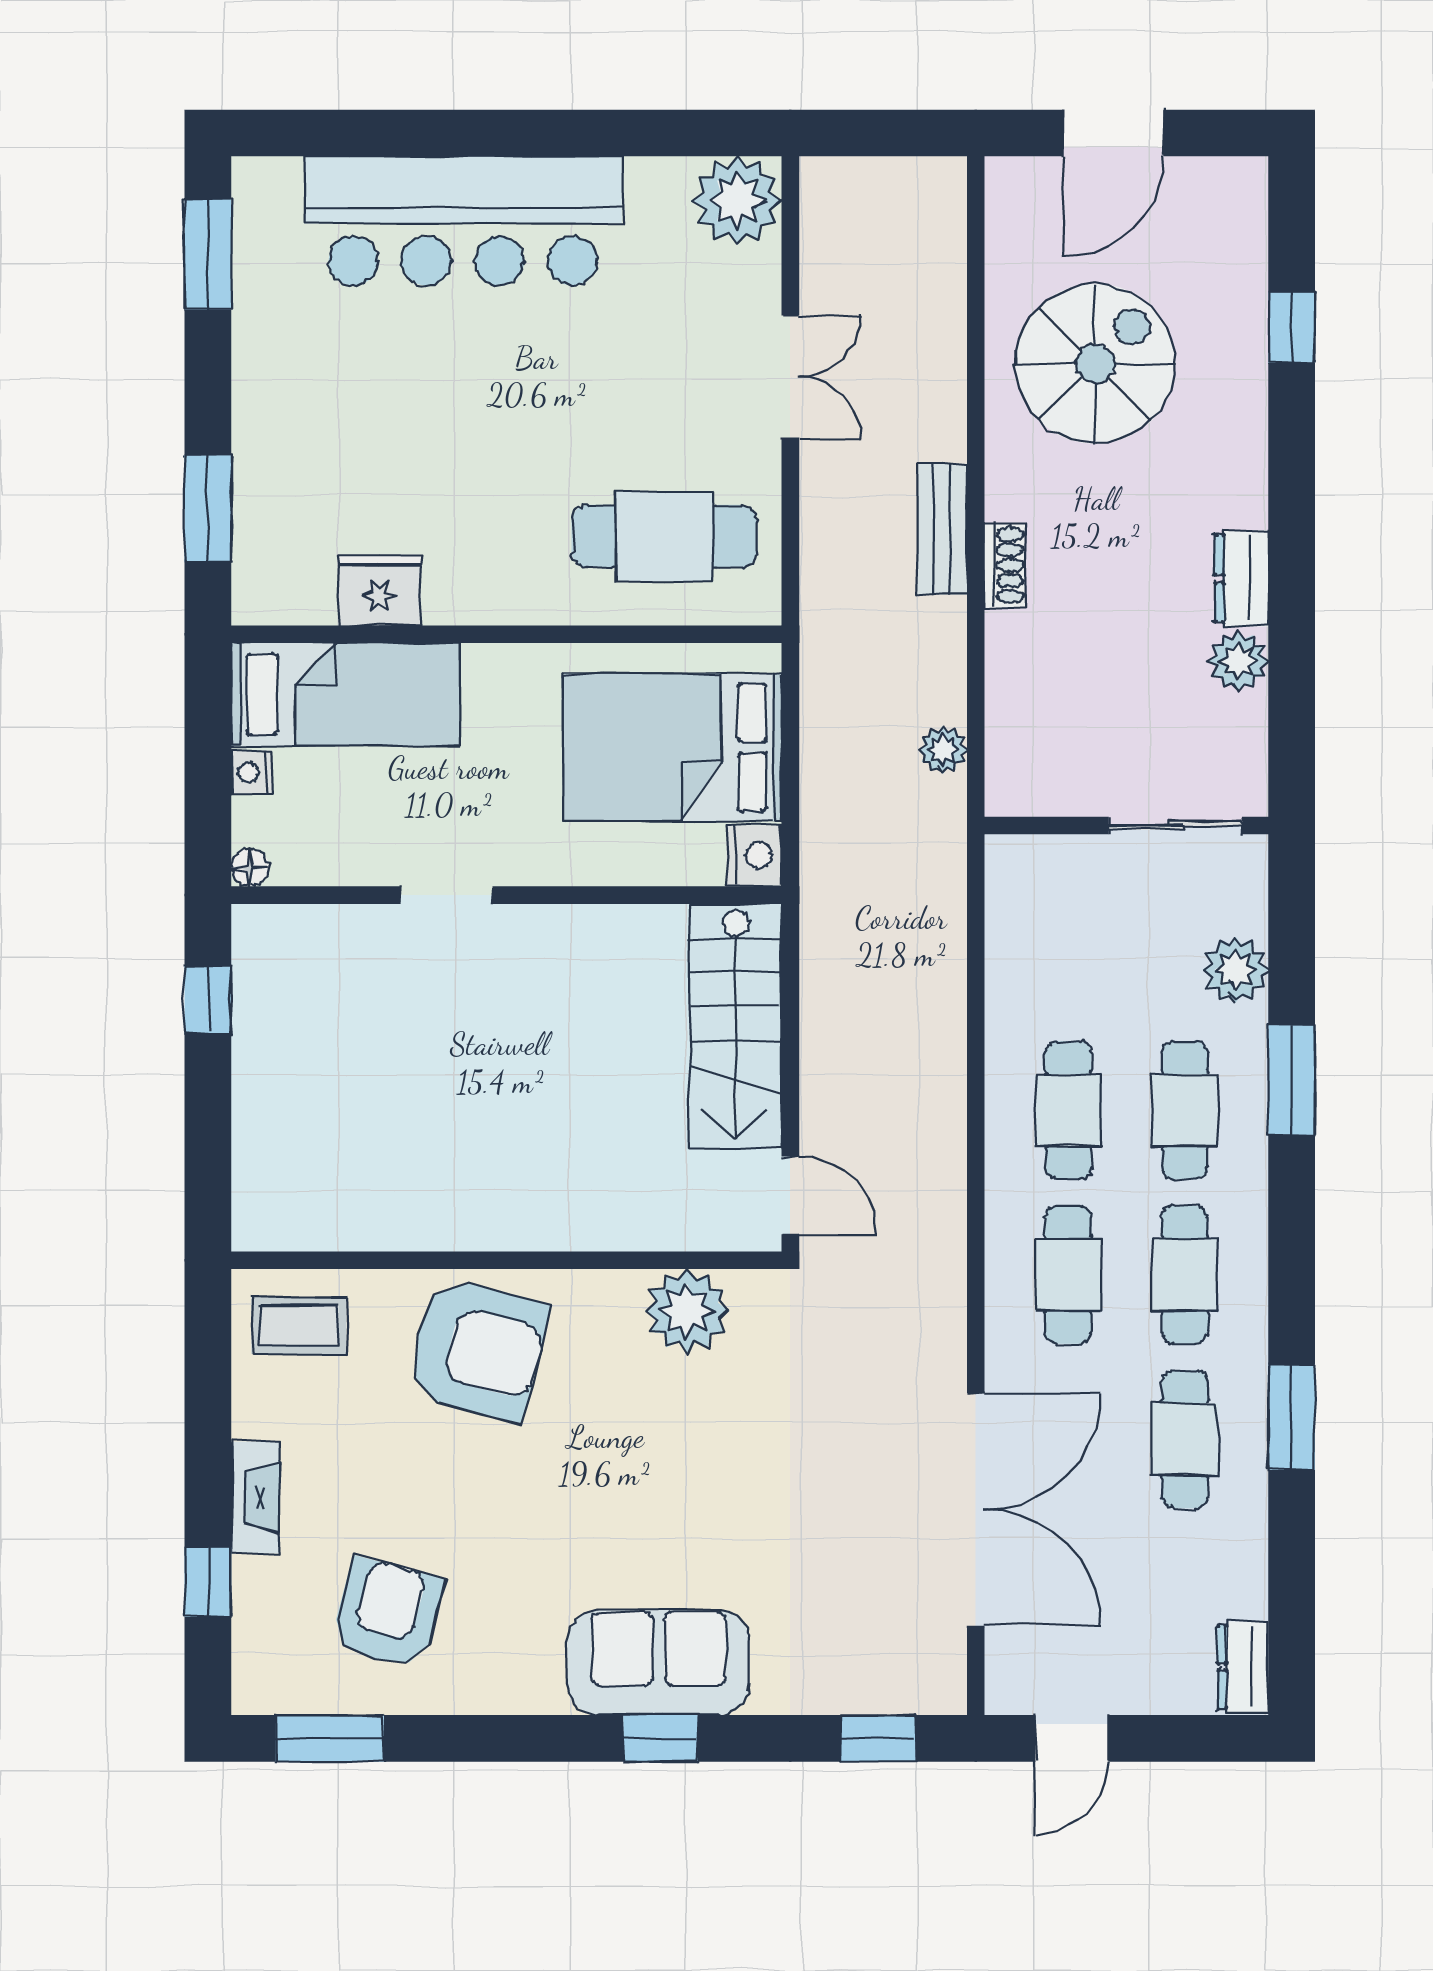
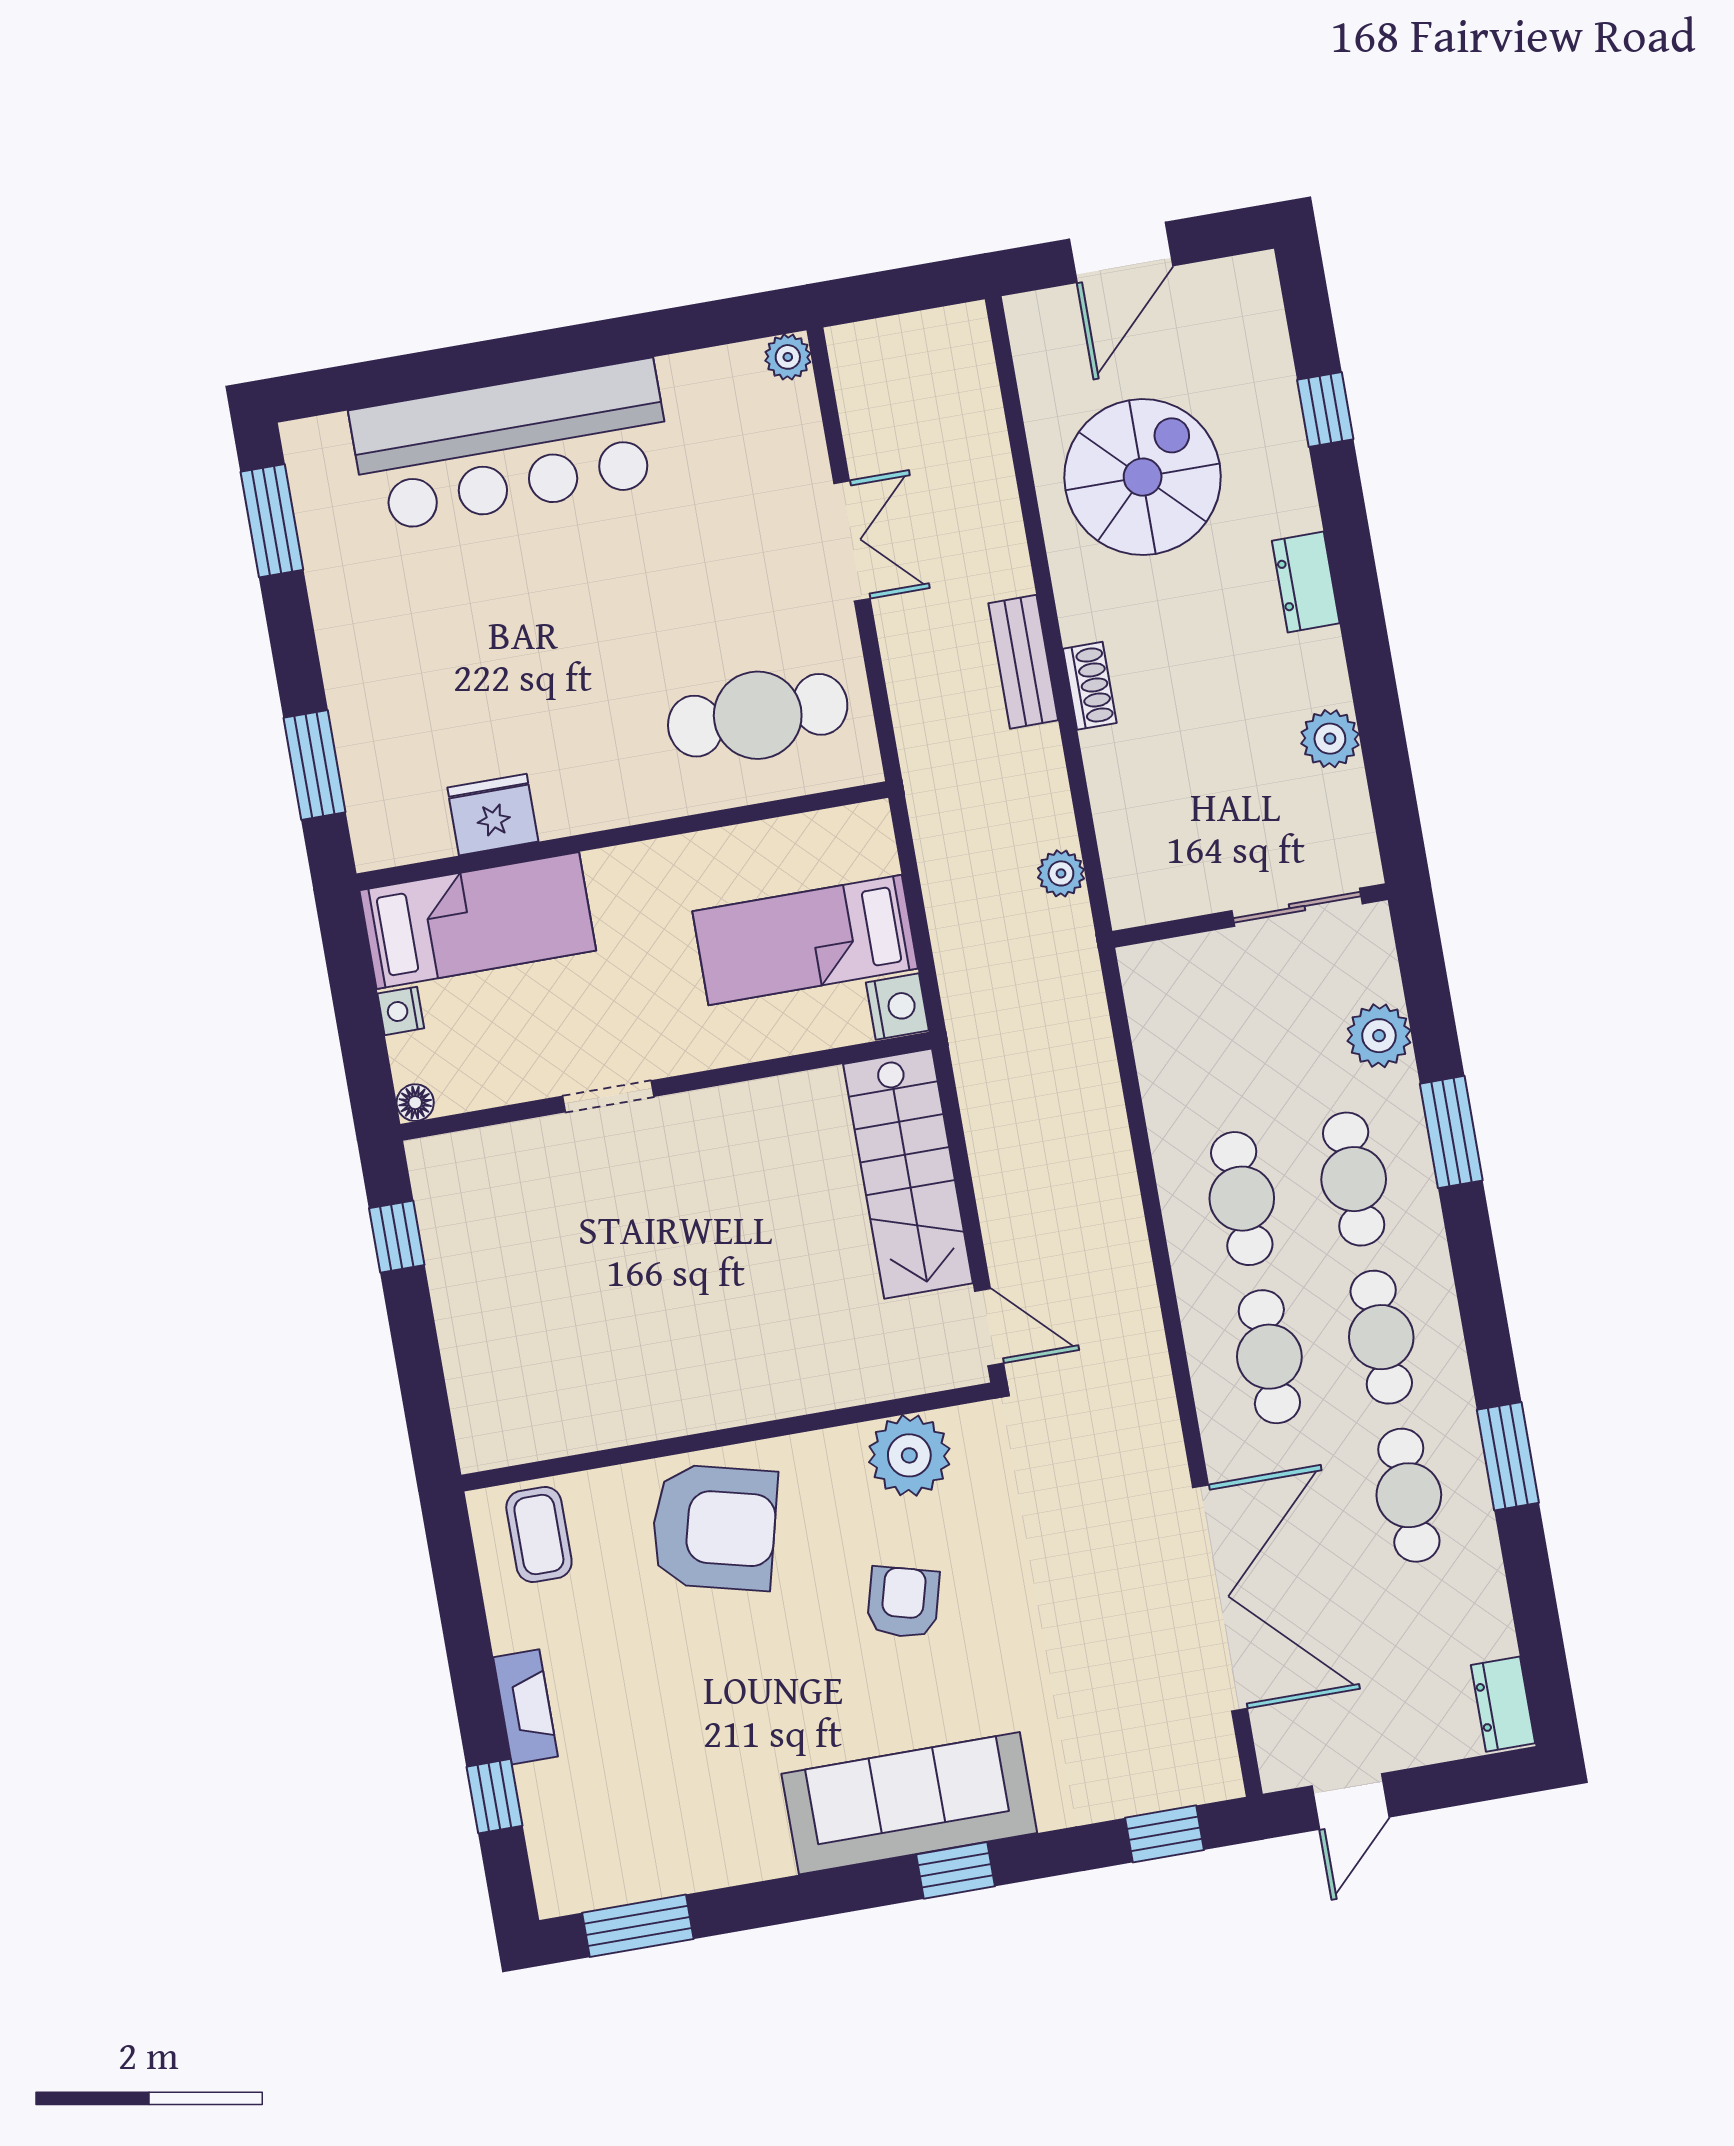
plant: (737, 201) -> (788, 357), width x0.53, depth x0.53
dresser: (1242, 578) -> (1306, 582), moved
bed: (673, 747) -> (805, 940), width x0.67
coffee table: (299, 1326) -> (539, 1535), turned 90
armchair: (387, 1613) -> (903, 1602), moved, width x0.72, depth x0.72
sofa: (659, 1662) -> (909, 1803), width x1.36

